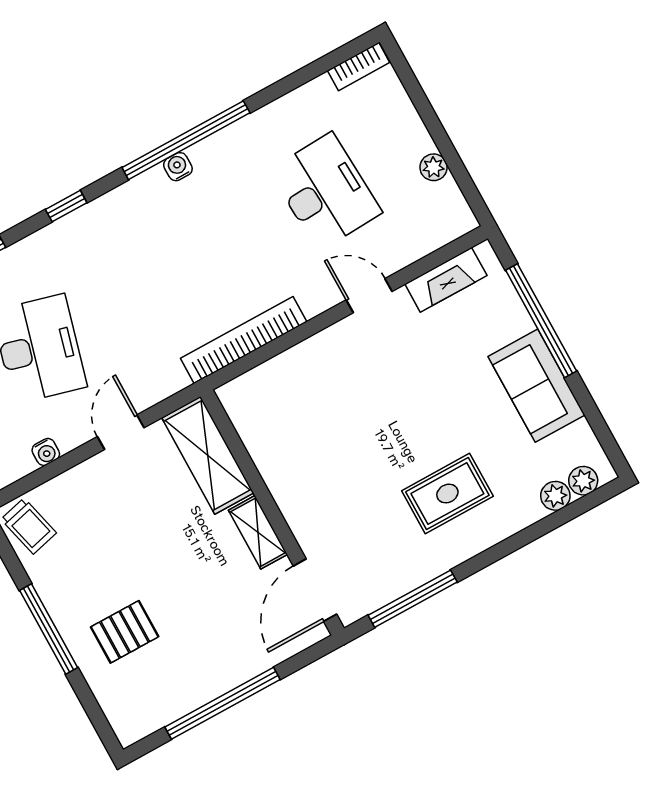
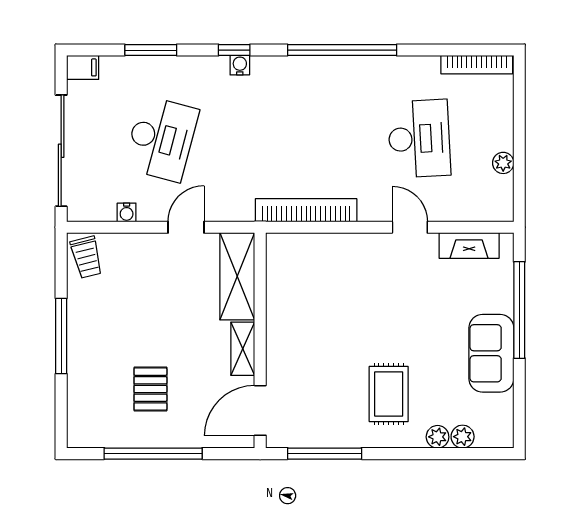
bookcase: (359, 67) -> (477, 65), width x1.56
water cooler: (178, 167) -> (240, 65), moved
plant: (583, 481) -> (438, 437), moved
rug: (447, 494) -> (389, 394), turned 90
pallet: (125, 632) -> (150, 389), moved, turned 90

